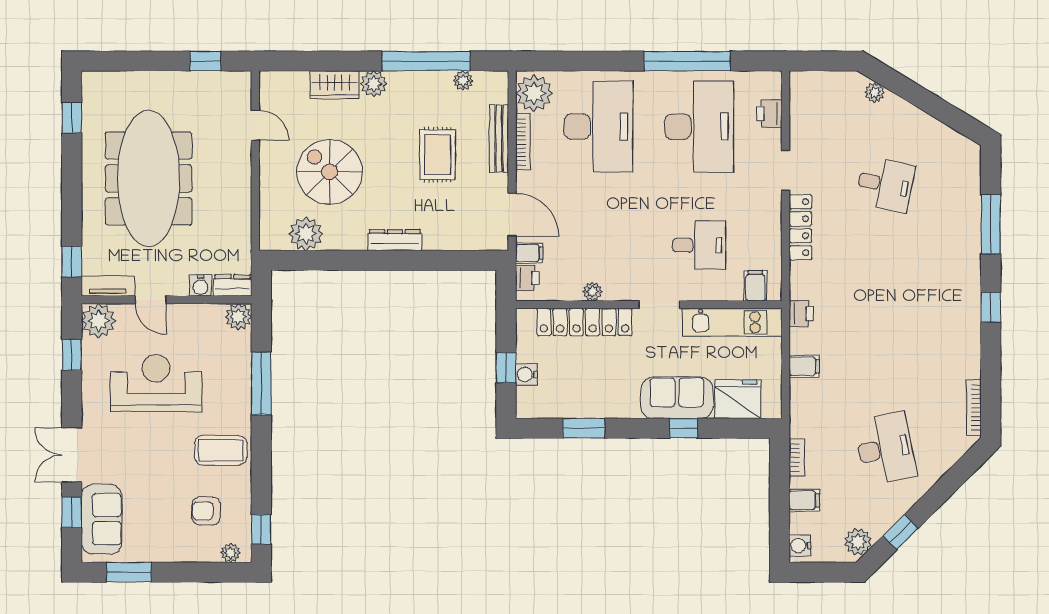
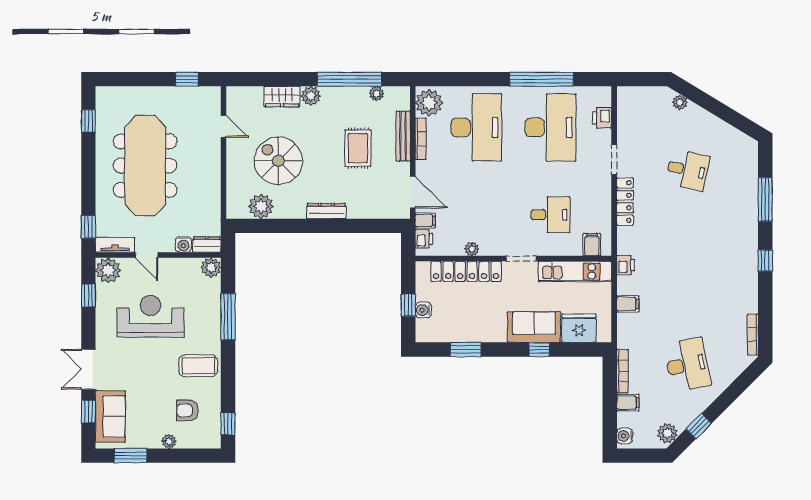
bookcase: (797, 457) -> (622, 371), width x1.56
plant: (230, 553) -> (169, 441), moved

